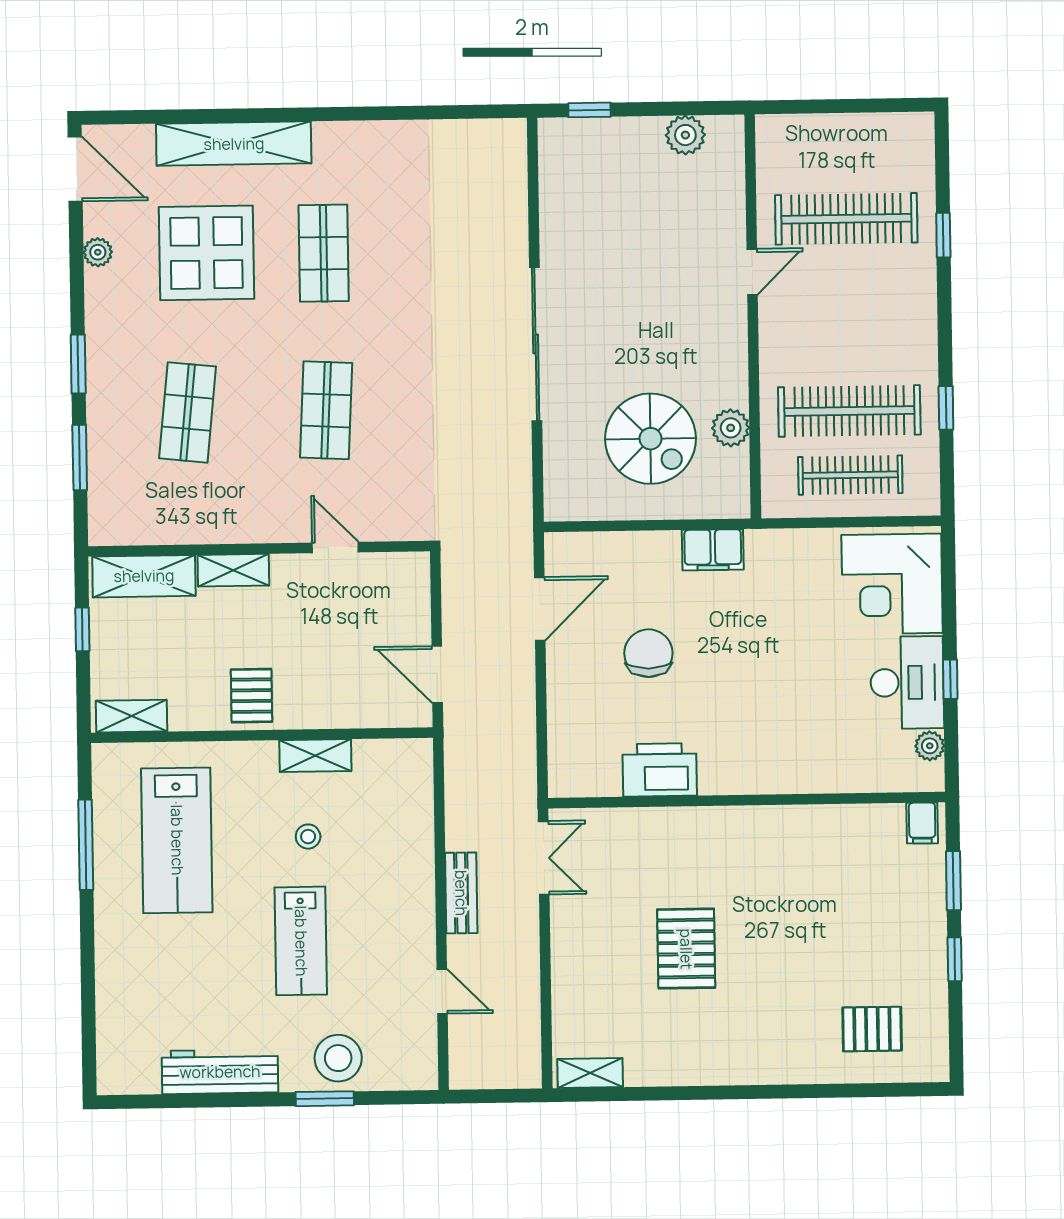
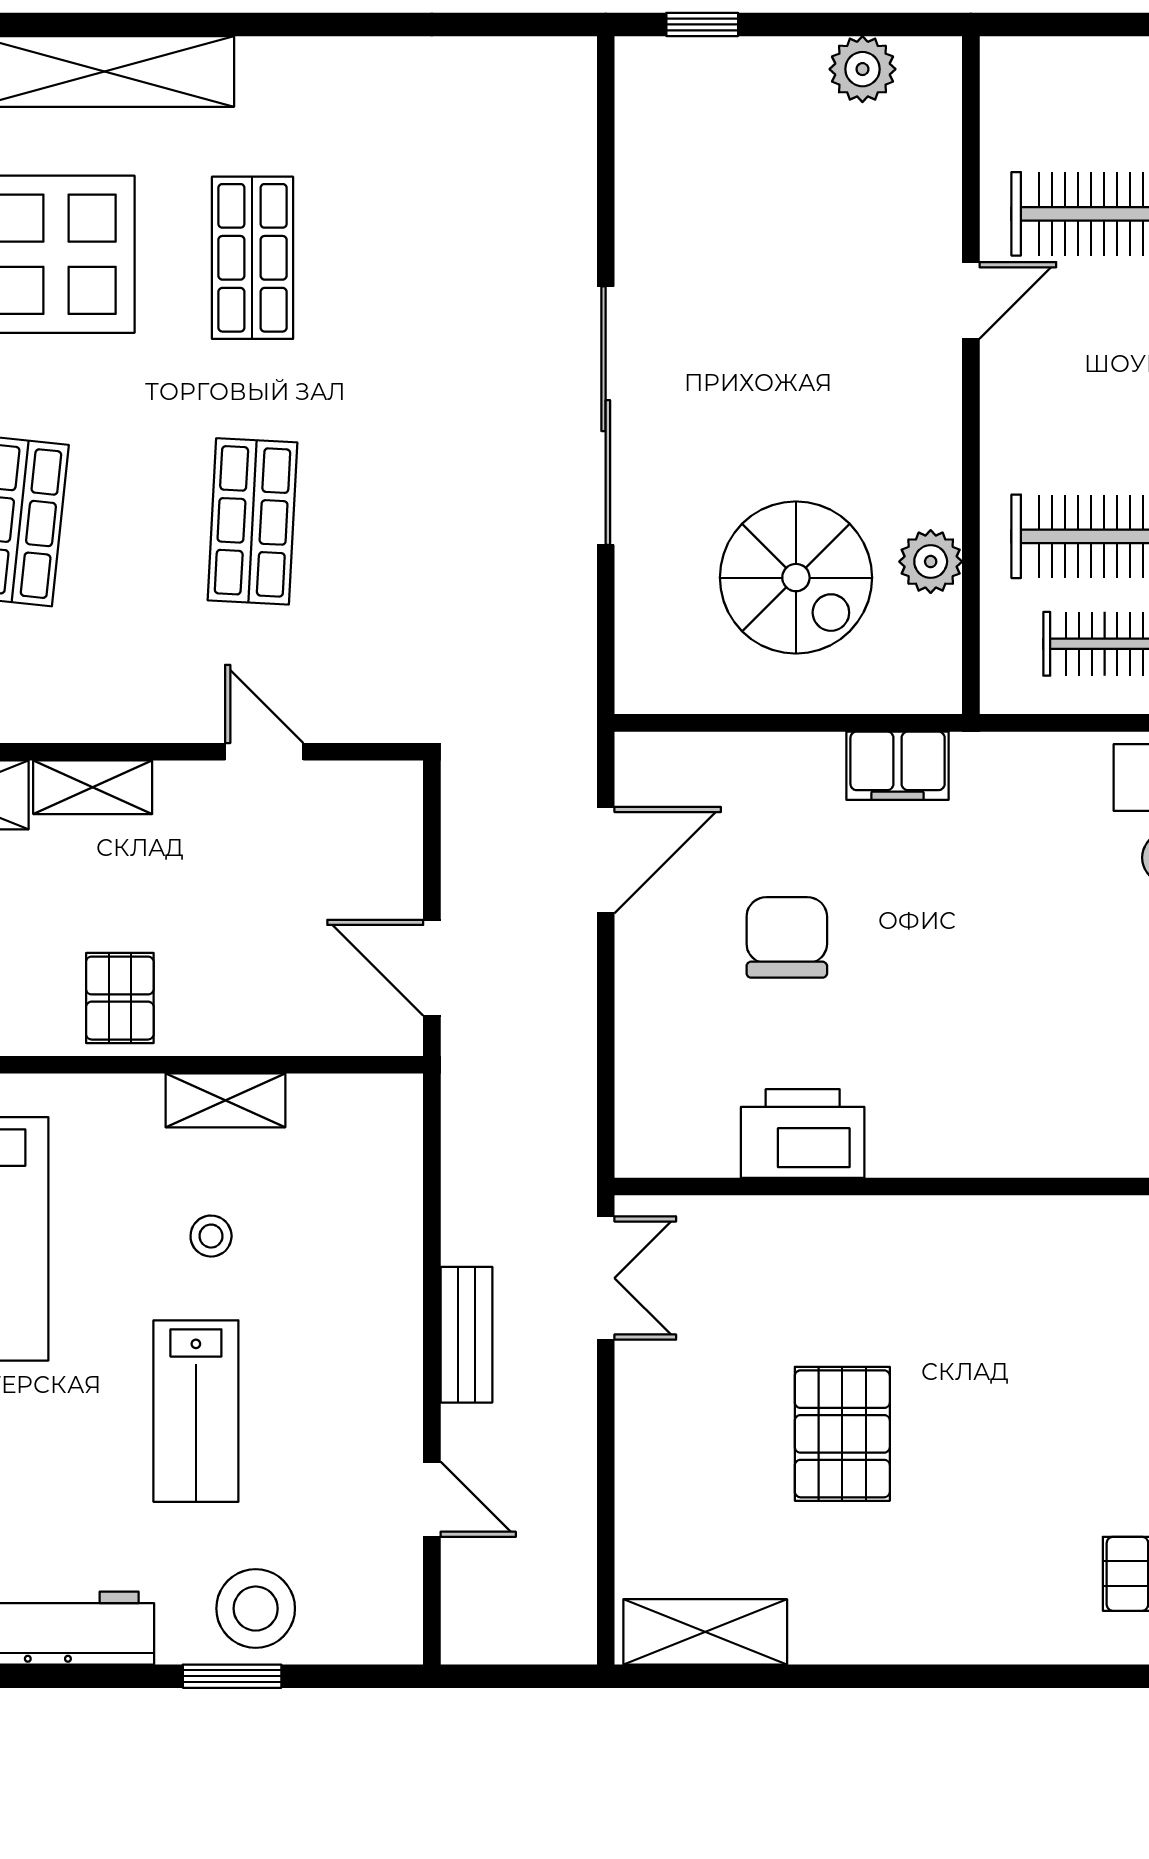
shelving: (590, 1073) -> (705, 1632), width x1.50, depth x1.33

